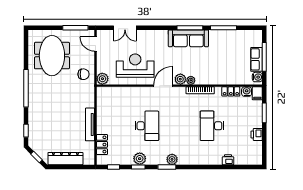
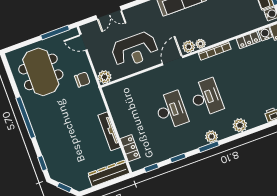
reception desk: (135, 66) -> (135, 50), turned 180
desk: (212, 126) -> (206, 97), moved, turned 180
dresser: (65, 159) -> (109, 173), moved
plant: (140, 159) -> (240, 125), moved

